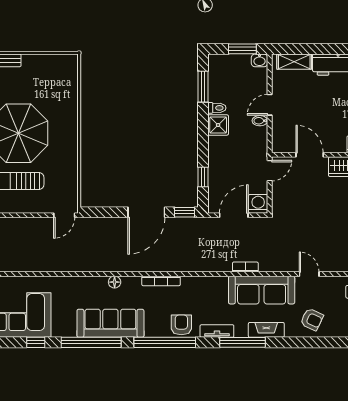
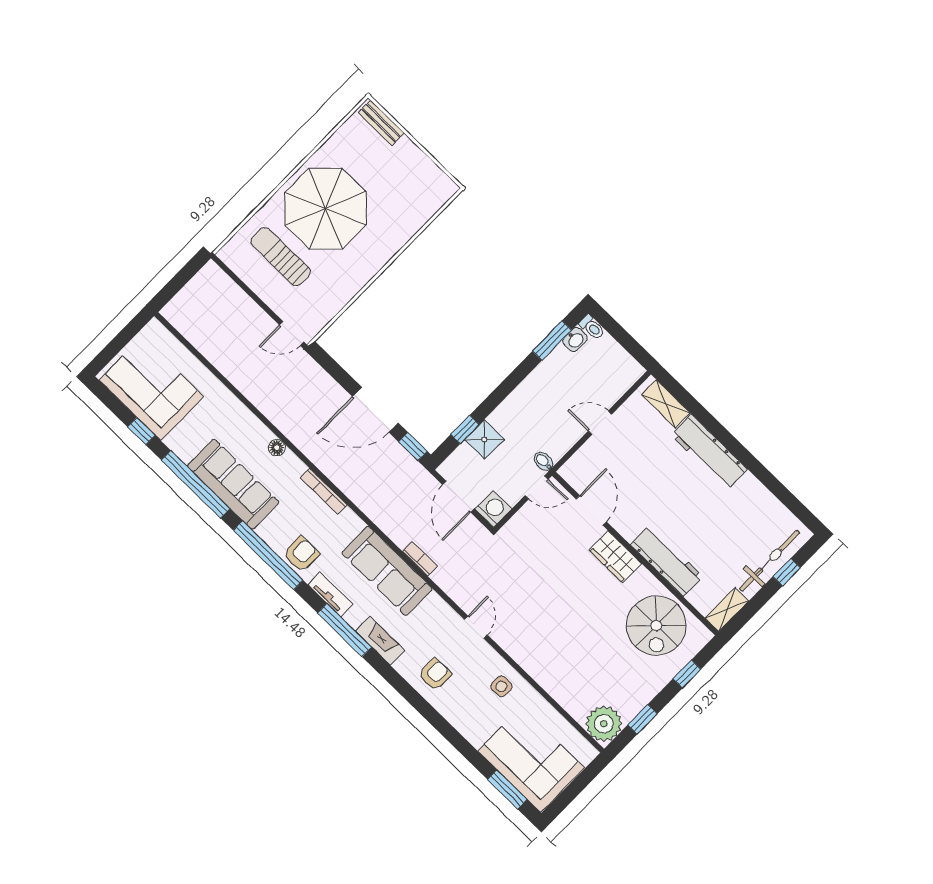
window: (242, 49) -> (627, 341), removed
washbasin: (259, 60) -> (575, 340), moved, turned -90
toilet: (217, 108) -> (592, 327), moved
bidet: (260, 121) -> (543, 461), moved
shower: (218, 125) -> (484, 439), moved
door: (234, 215) -> (458, 497), swing flipped
sofa: (262, 290) -> (387, 571), moved
armchair: (312, 319) -> (435, 674), turned -115

